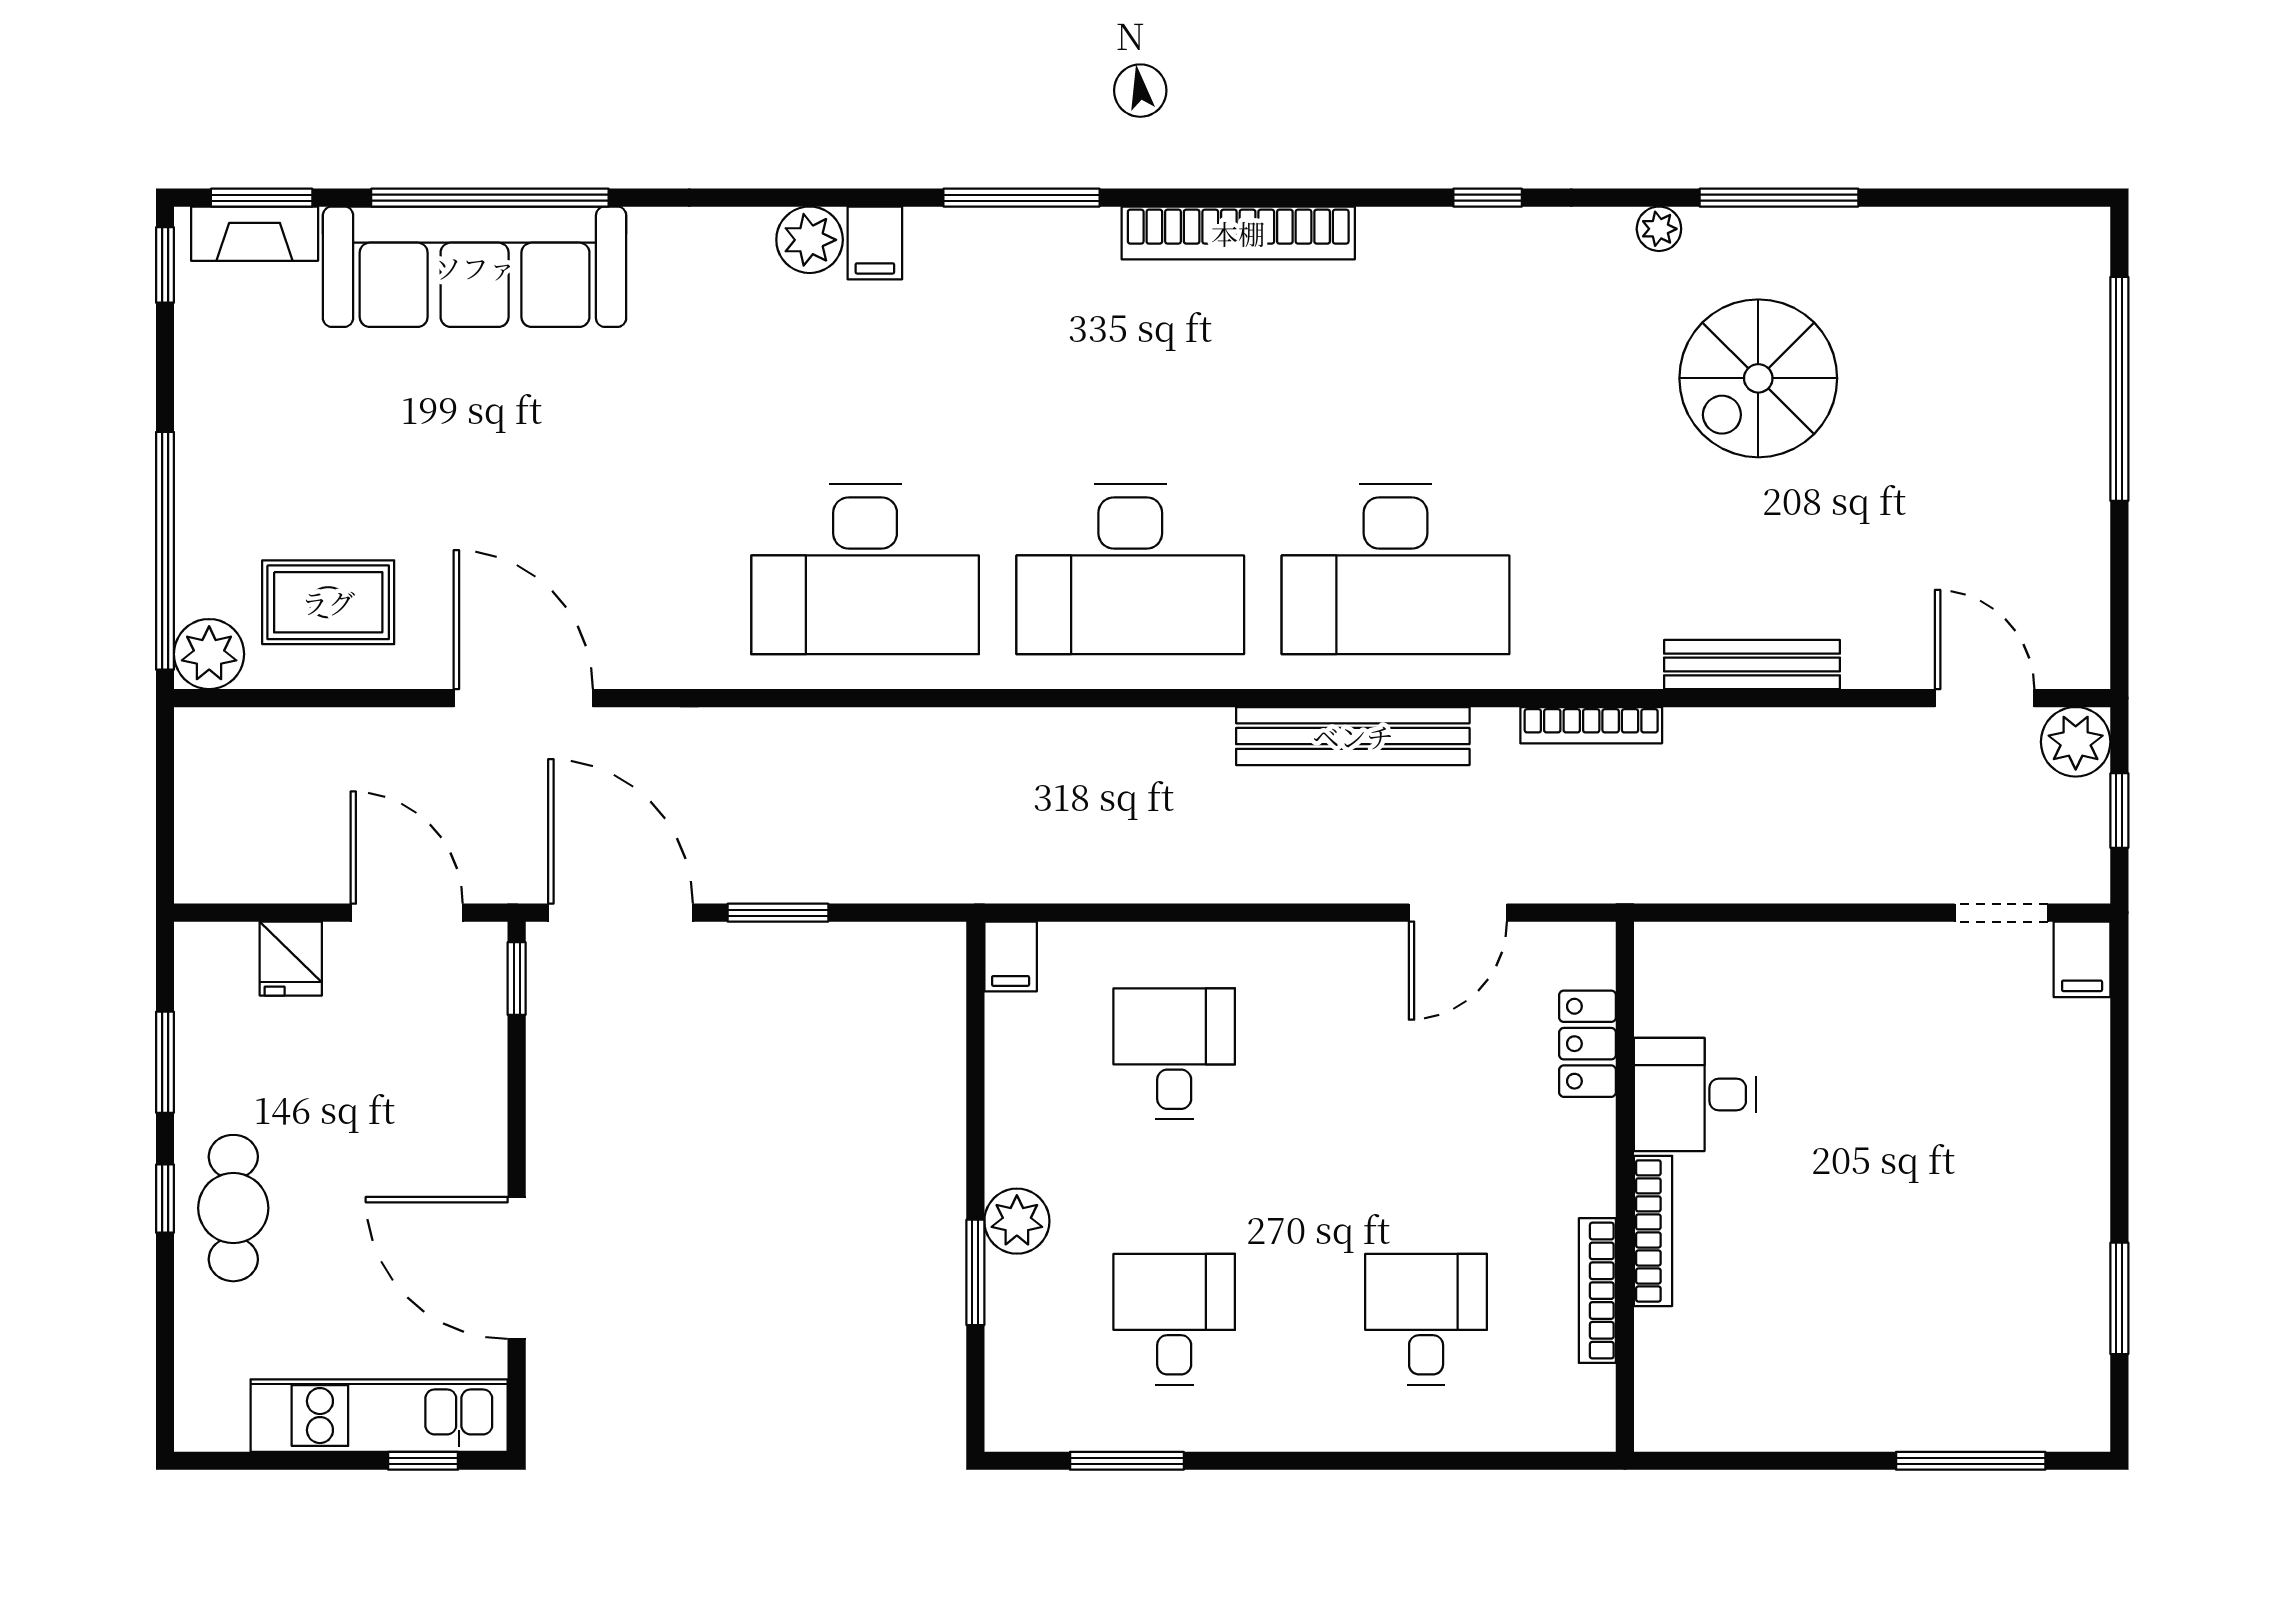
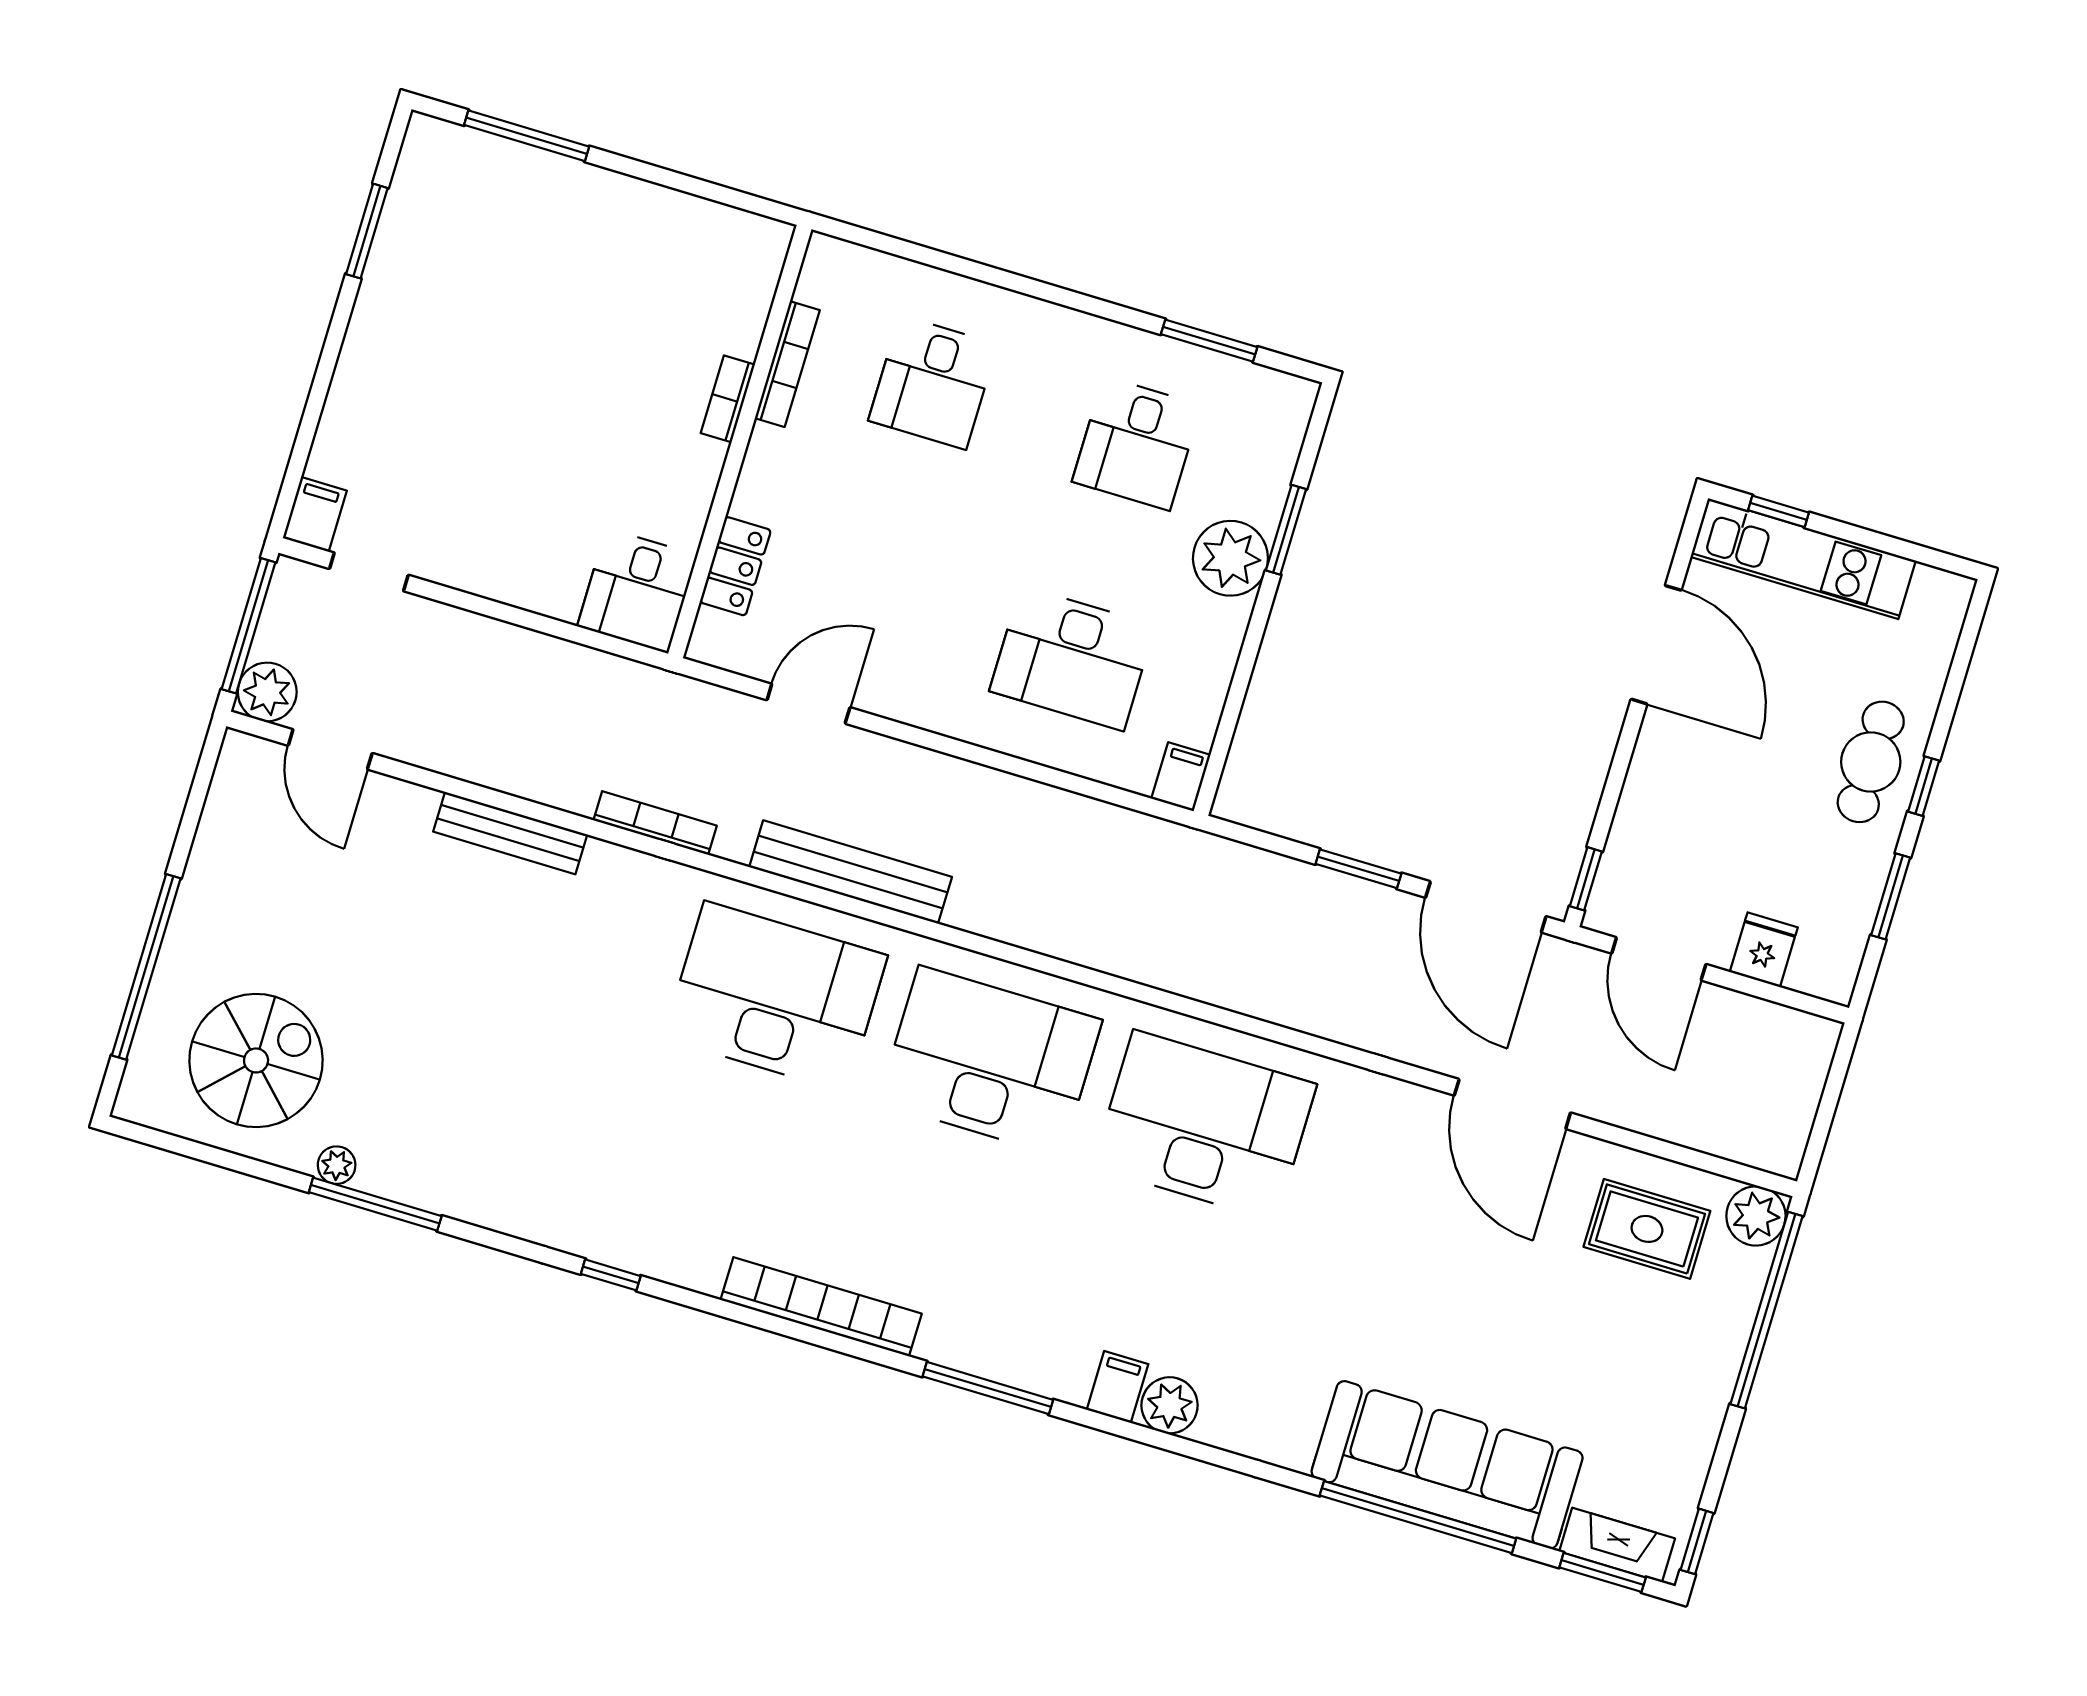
plant: (1659, 229) -> (337, 1165), moved
spiral stairs: (1758, 378) -> (256, 1060), moved
window: (2119, 811) -> (249, 626), width x2.17
desk: (1174, 1054) -> (1072, 658), width x1.37
desk: (1695, 1094) -> (637, 591), moved, turned 90
plant: (1017, 1221) -> (1230, 558), width x1.36, depth x1.36
bookcase: (1653, 1231) -> (728, 399), width x0.64

